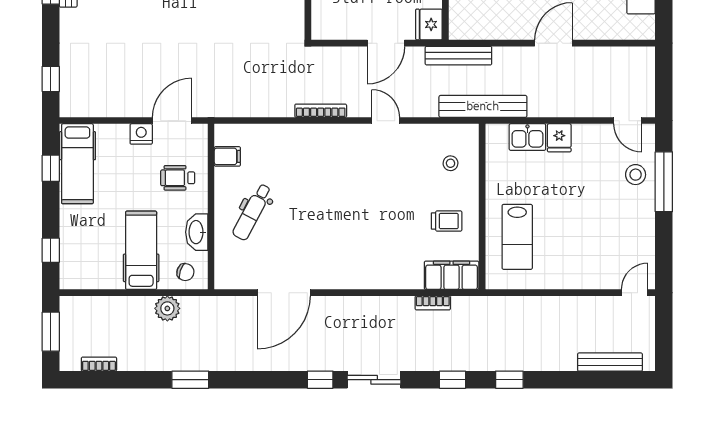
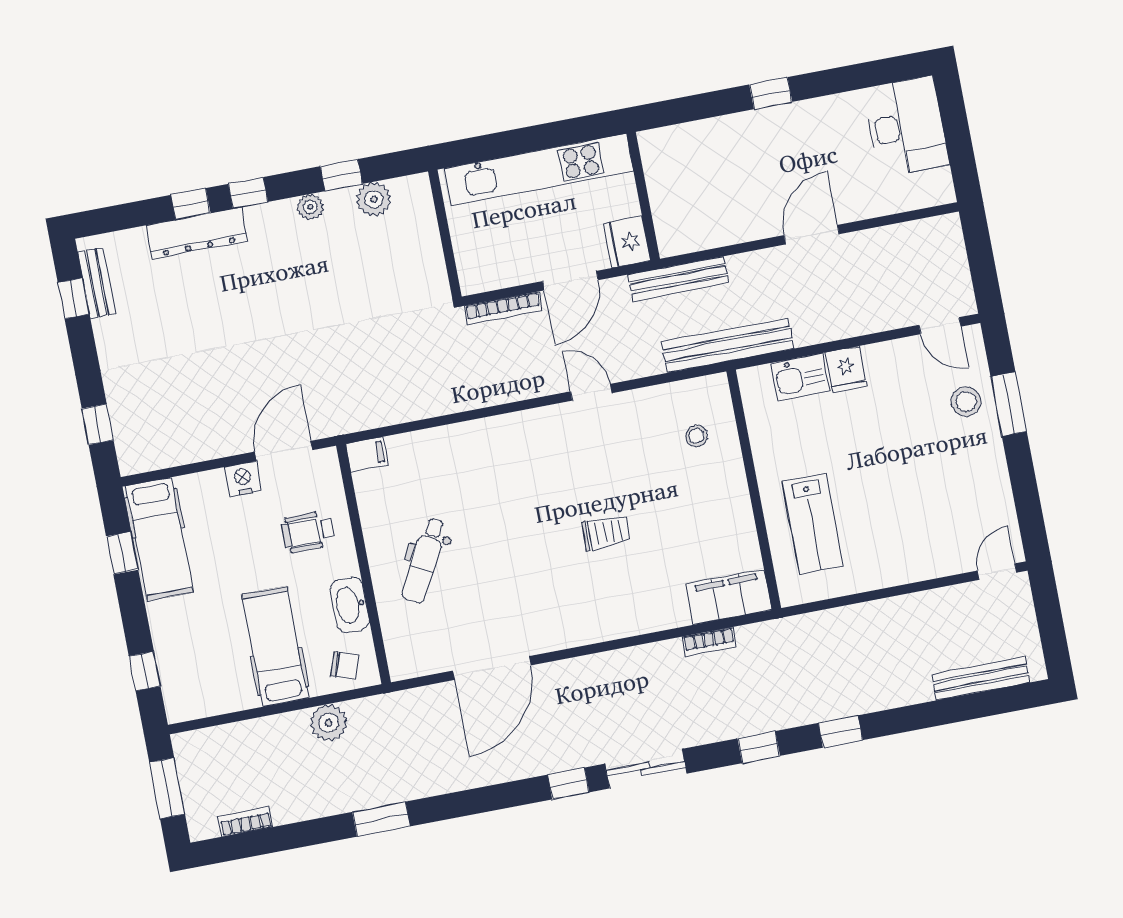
bookcase: (321, 111) -> (503, 308), moved, turned 180
filing cabinet: (227, 156) -> (367, 454), moved
window: (664, 182) -> (1009, 404), width x0.69
trolley: (447, 221) -> (606, 533), moved

